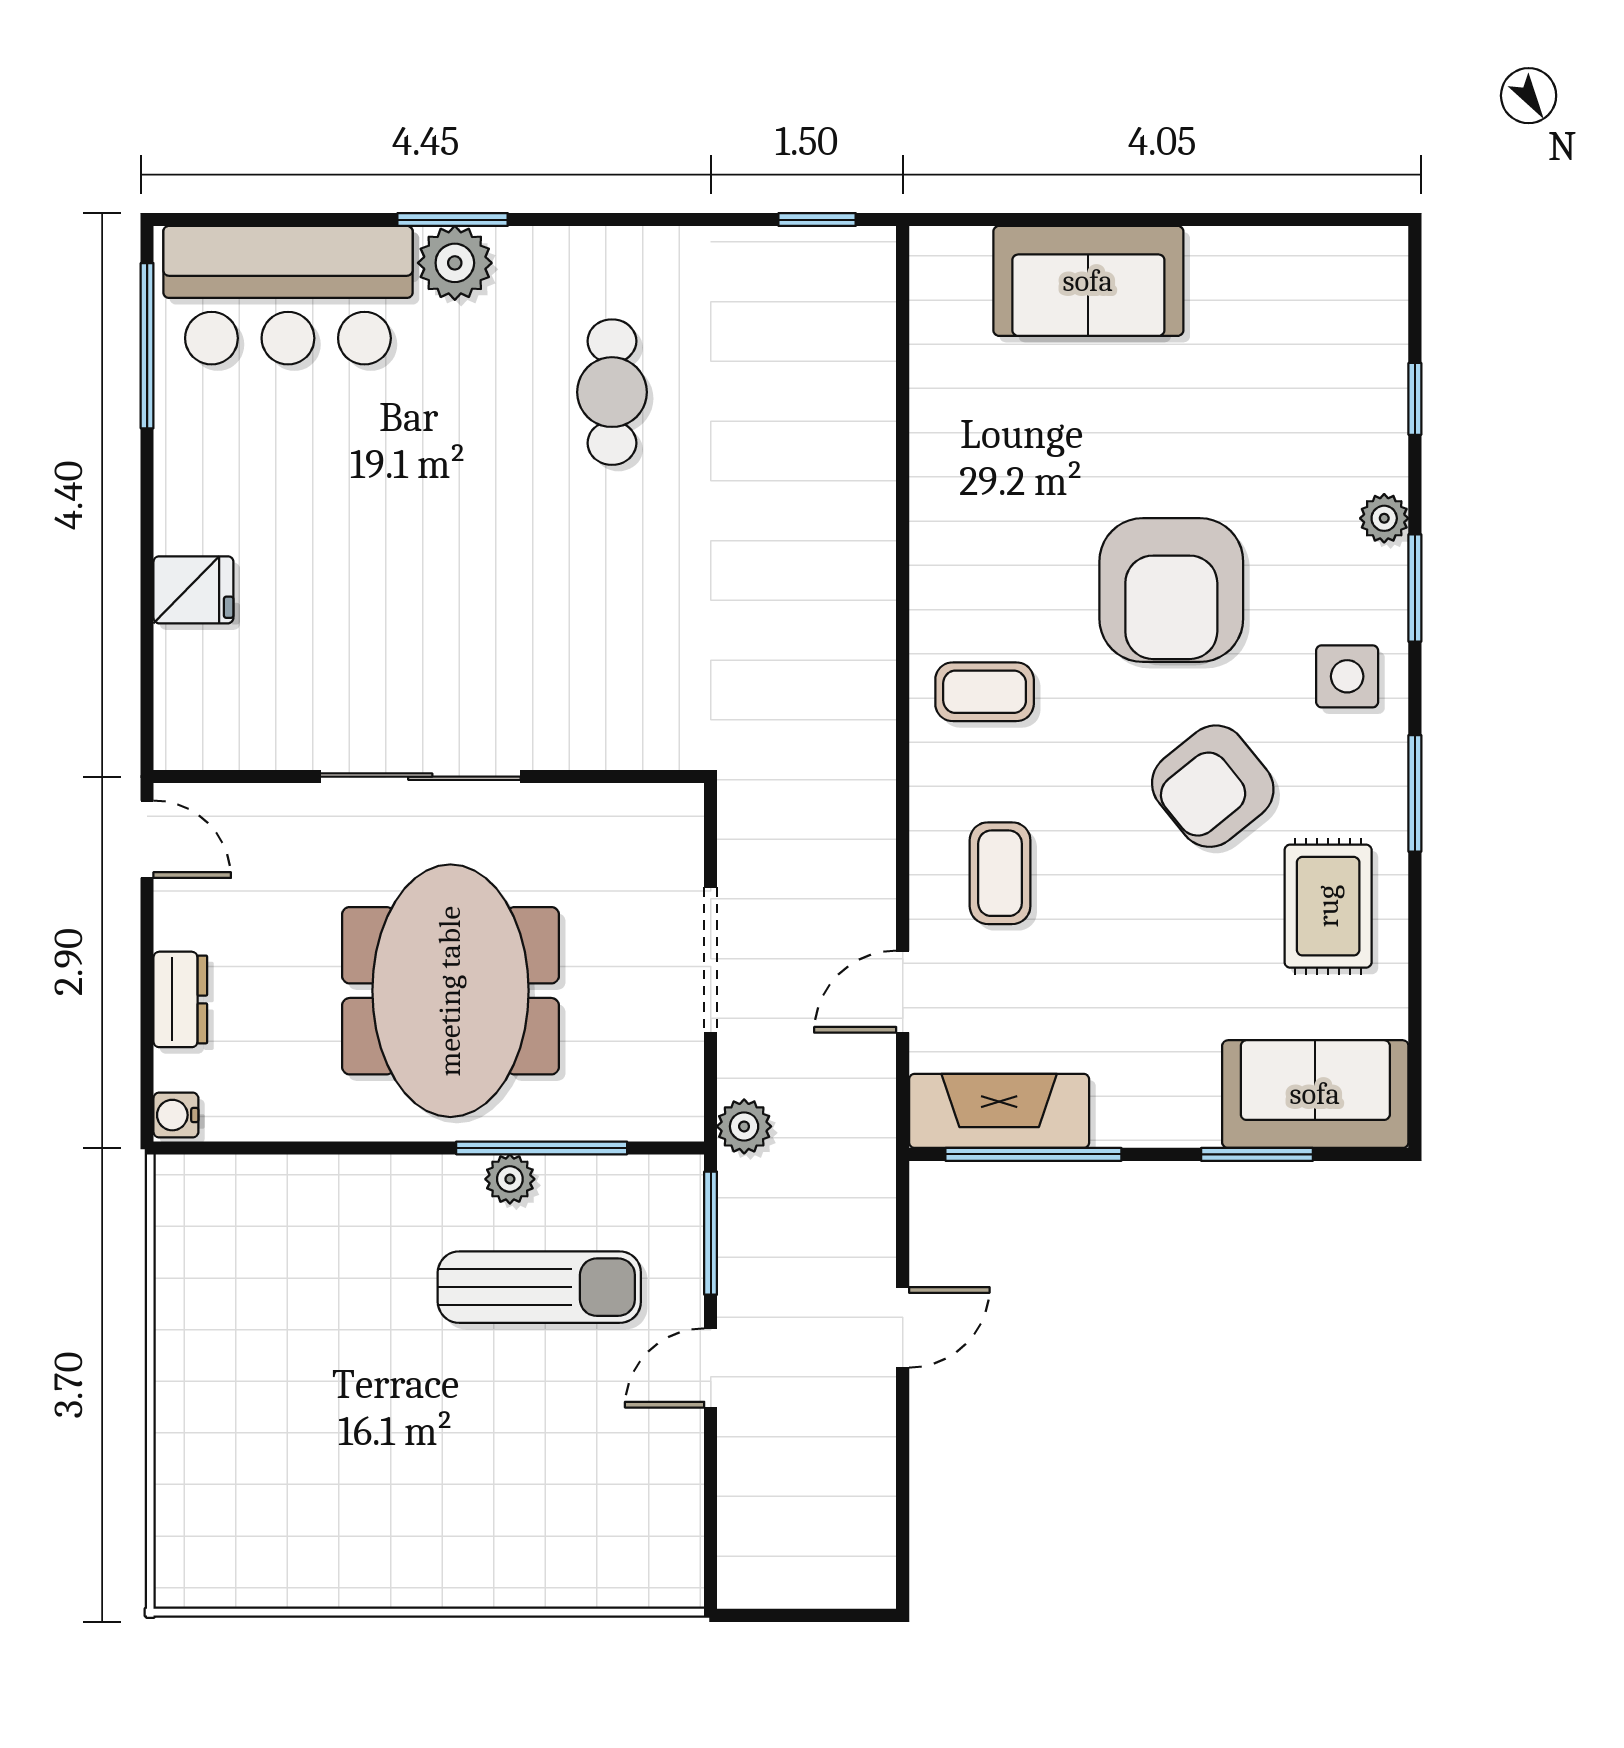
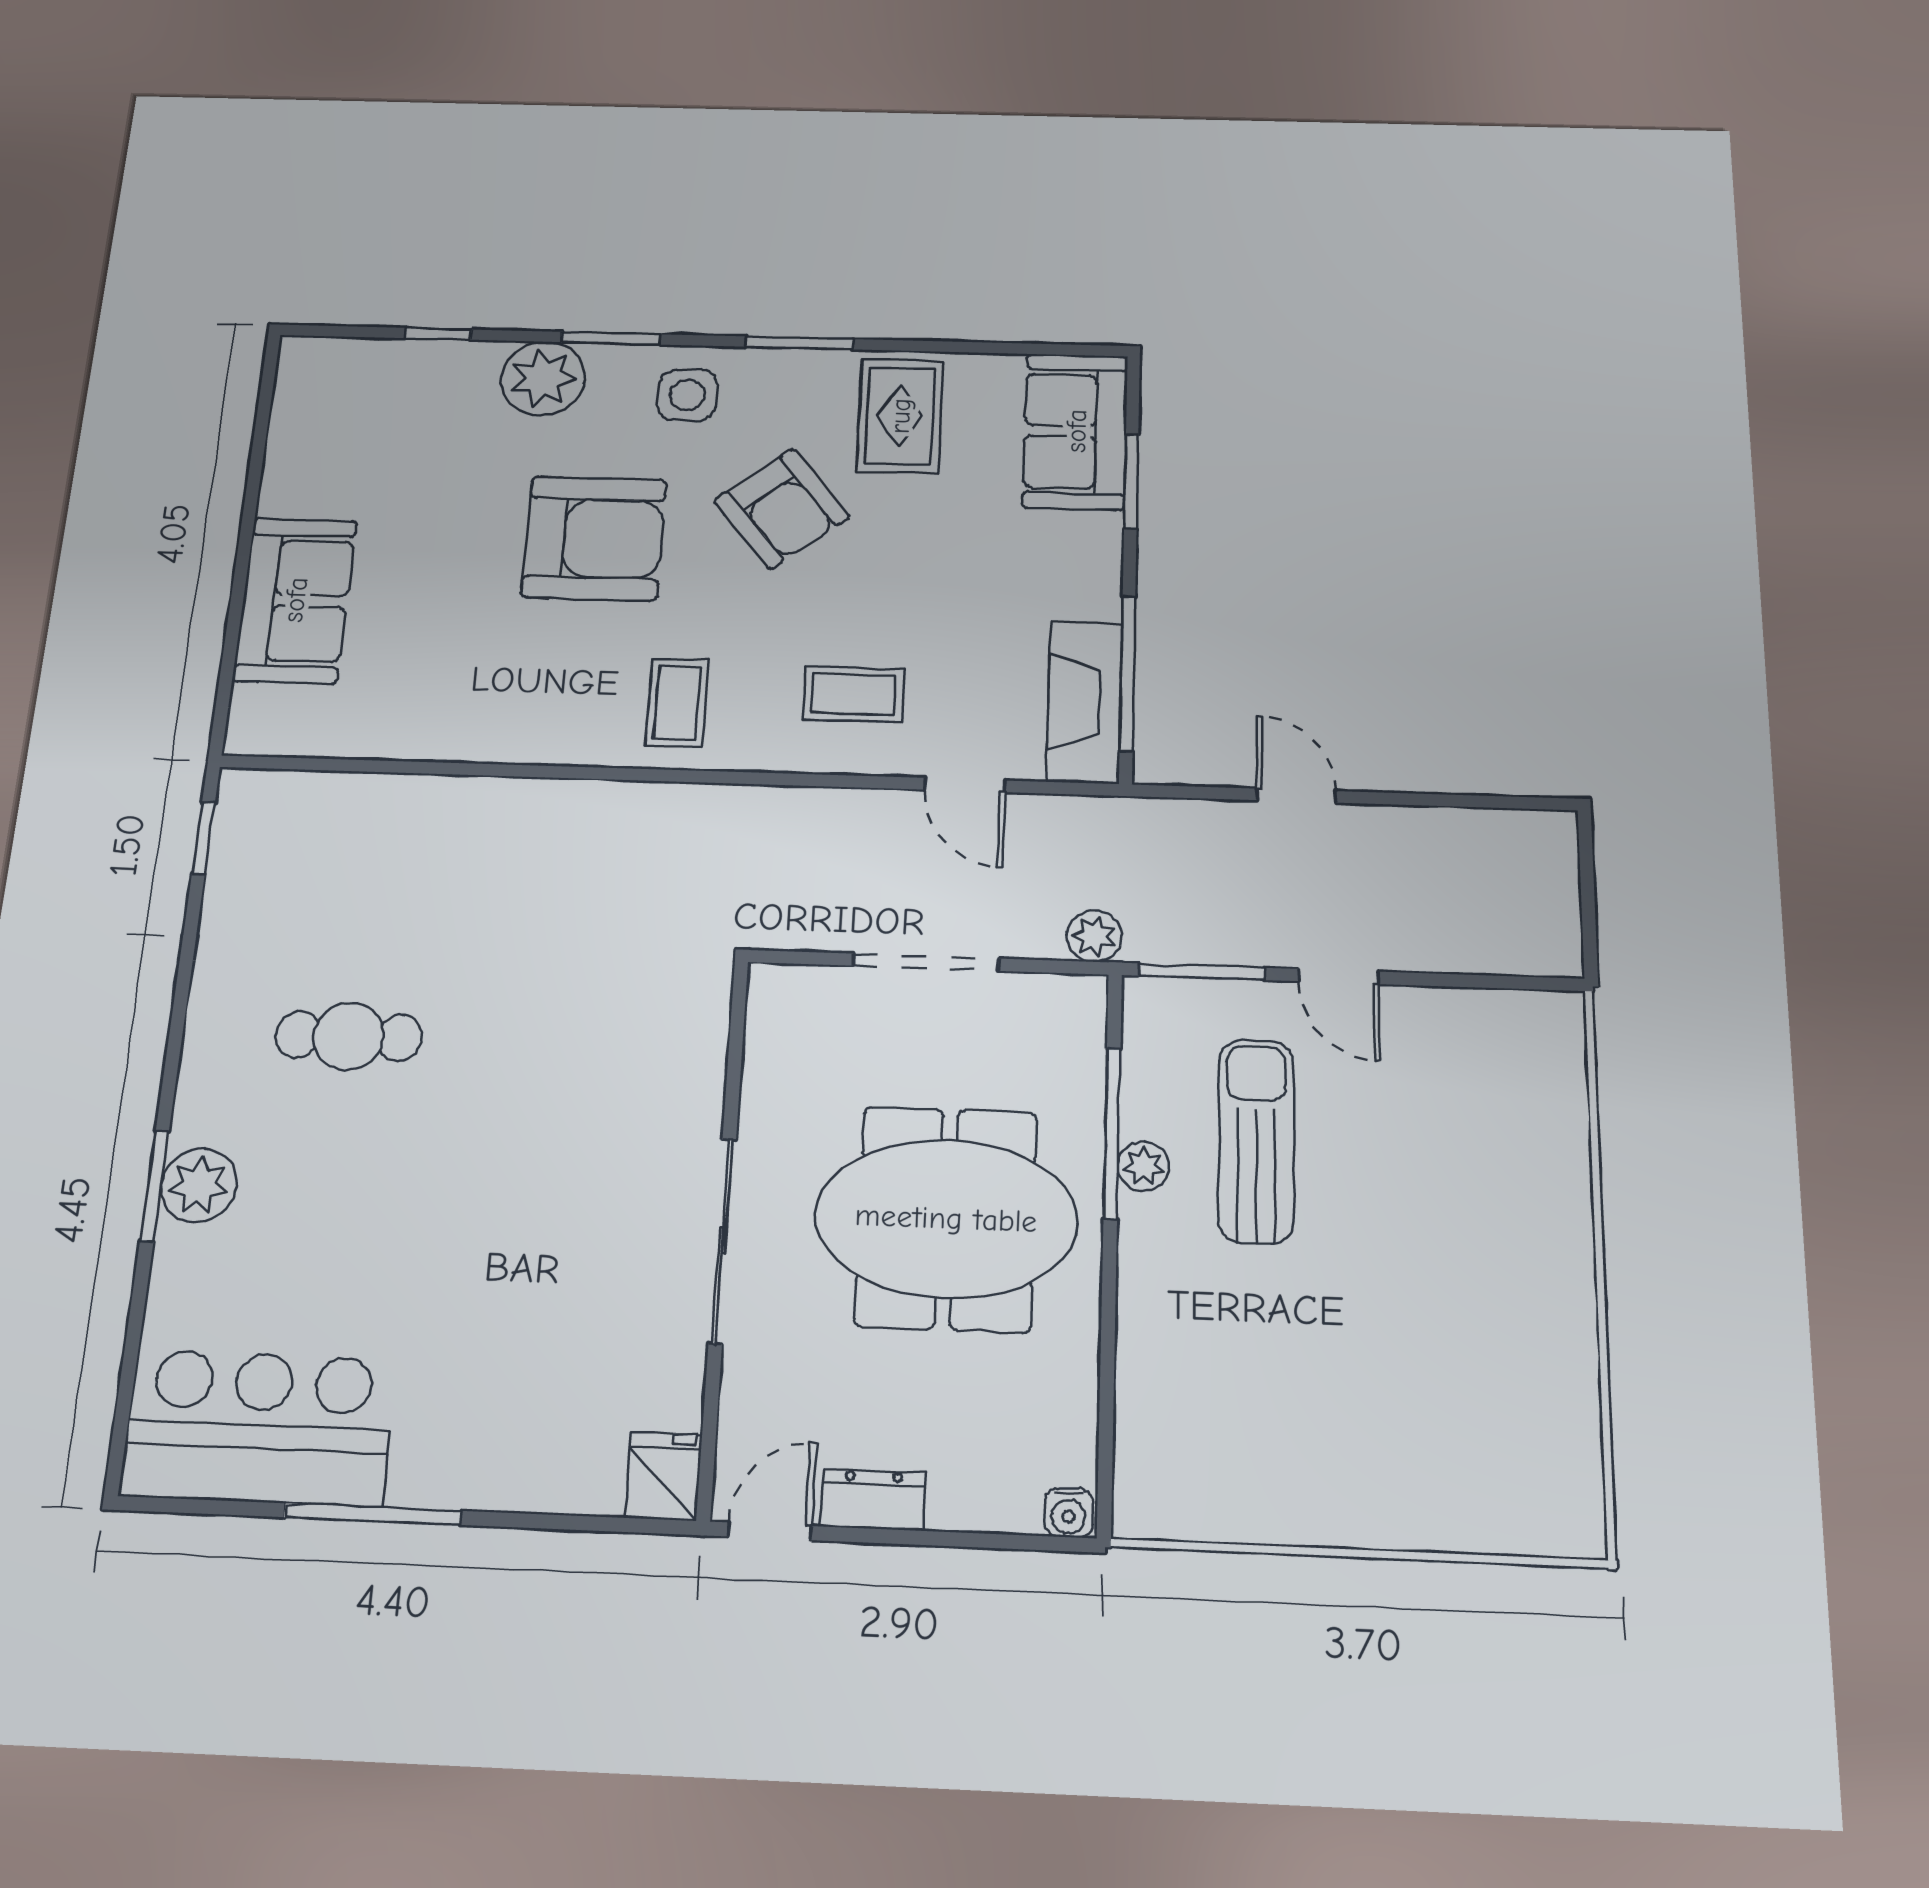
bar counter: (288, 295) -> (259, 1428), moved, turned -90
window: (147, 346) -> (373, 1514), moved
plant: (1384, 518) -> (543, 378), width x1.87, depth x1.87
fridge: (193, 590) -> (663, 1476), moved
rug: (1328, 906) -> (900, 416), turned 90
dresser: (180, 999) -> (873, 1499), moved

